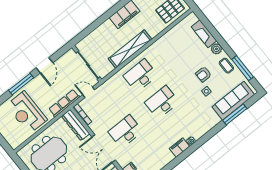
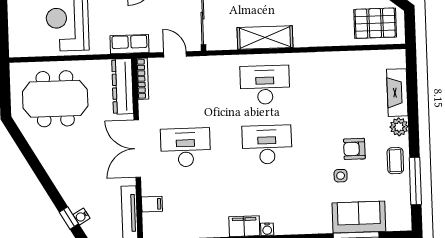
shelving: (130, 49) -> (265, 38), width x0.68
sofa: (233, 101) -> (359, 217), width x0.73
row of seats: (64, 103) -> (129, 44), width x0.68

